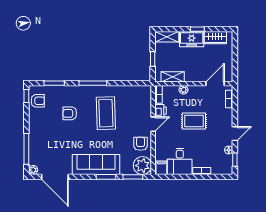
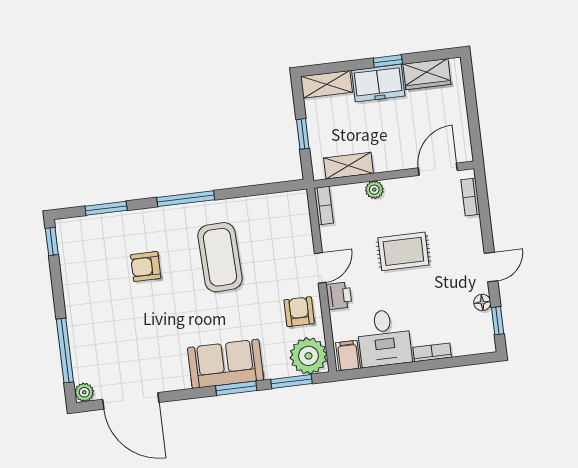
armchair: (38, 101) -> (77, 249), removed
printer: (160, 111) -> (339, 296), moved
sofa: (96, 164) -> (226, 364), width x0.73

